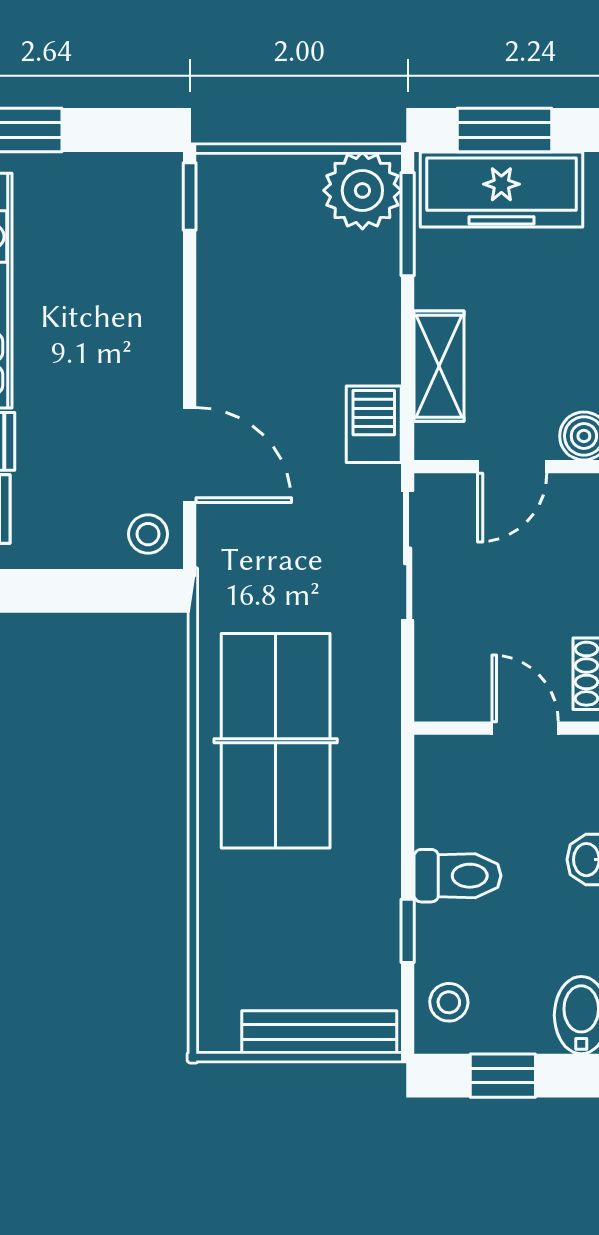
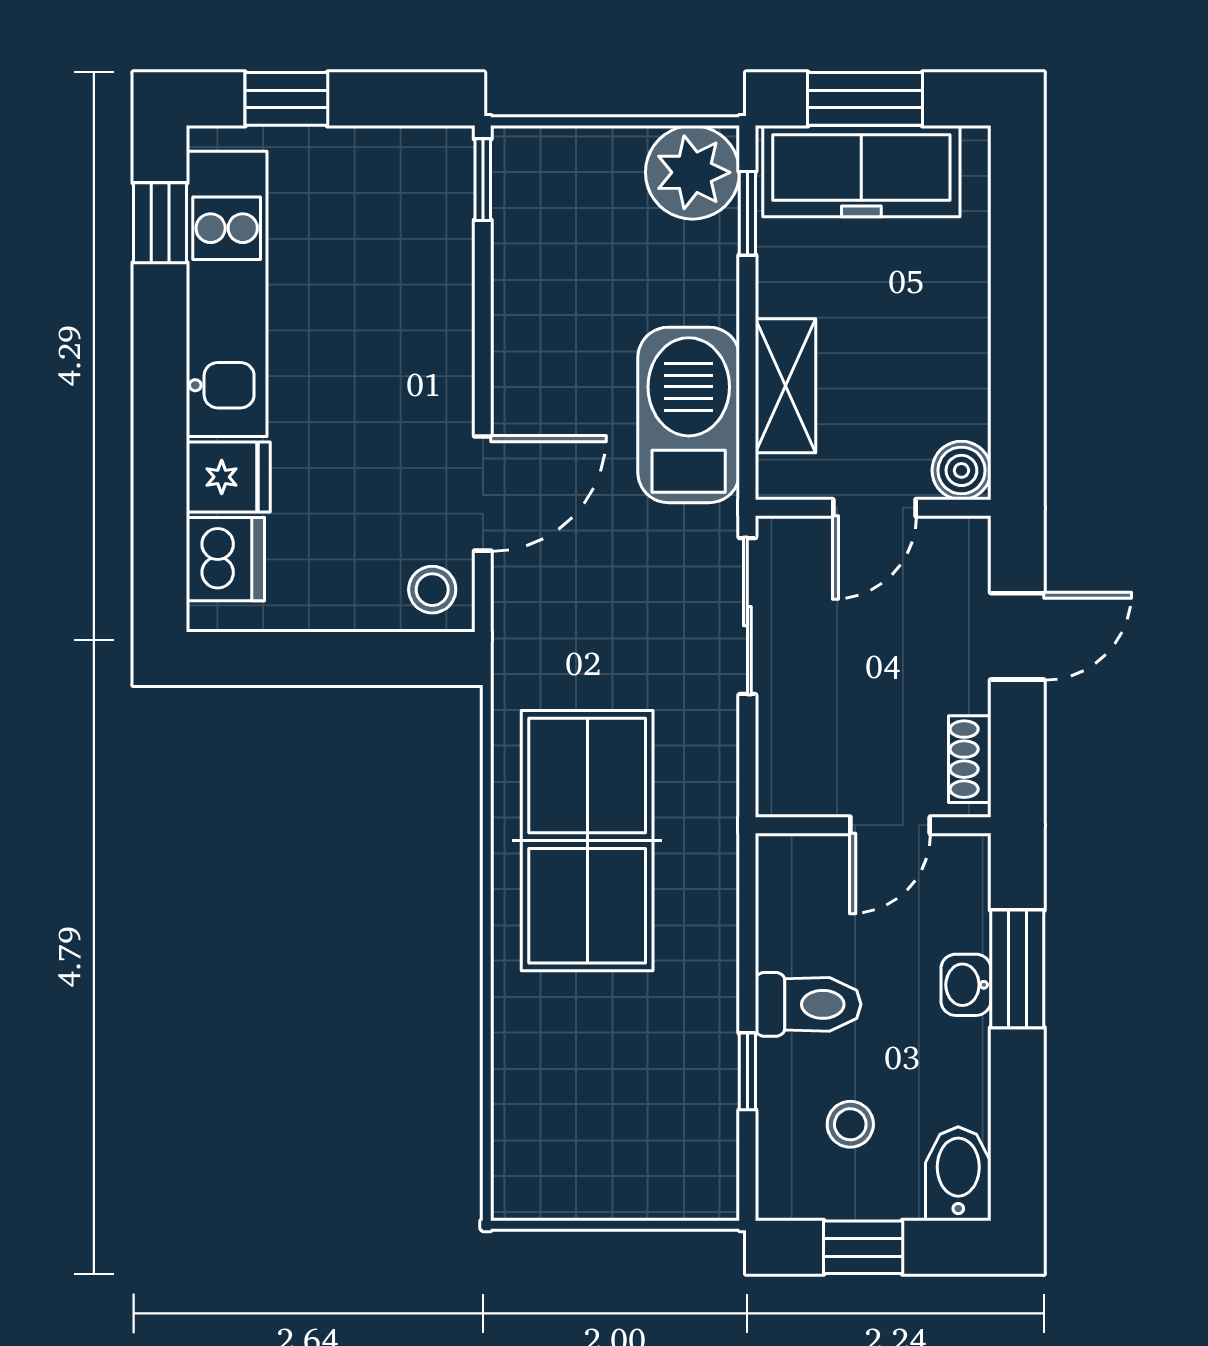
window: (408, 224) -> (747, 213), width x0.67
barbecue: (374, 424) -> (689, 415), width x1.88, depth x1.53
door: (190, 455) -> (483, 494), hinge flipped
door: (525, 728) -> (890, 825), swing flipped
stool: (449, 1002) -> (850, 1124), moved
bench: (319, 1032) -> (640, 1194), removed

